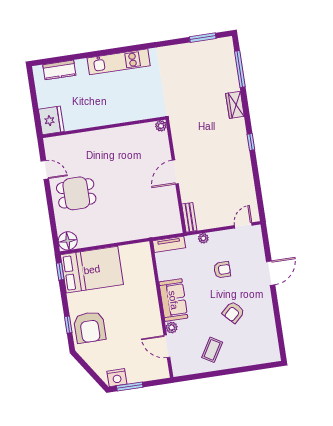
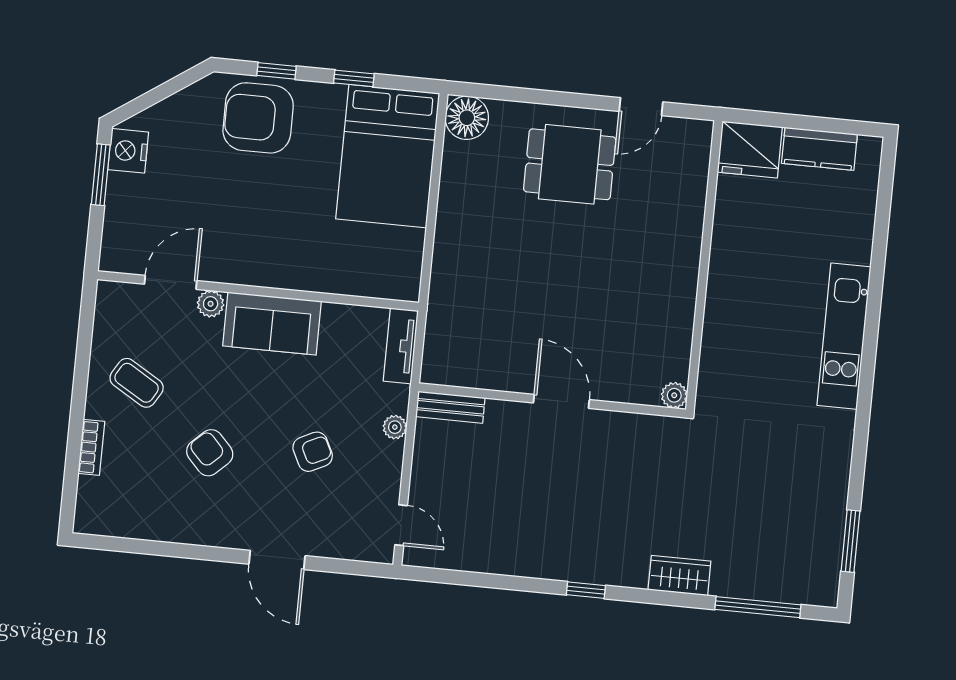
kitchen counter: (59, 70) -> (819, 149), moved, turned -90
dining table: (76, 193) -> (570, 164), turned 90
armchair: (222, 270) -> (313, 452), turned -116
window: (60, 271) -> (354, 78), moved
bookcase: (244, 362) -> (91, 447), added

